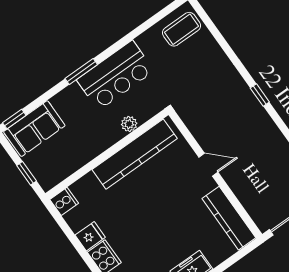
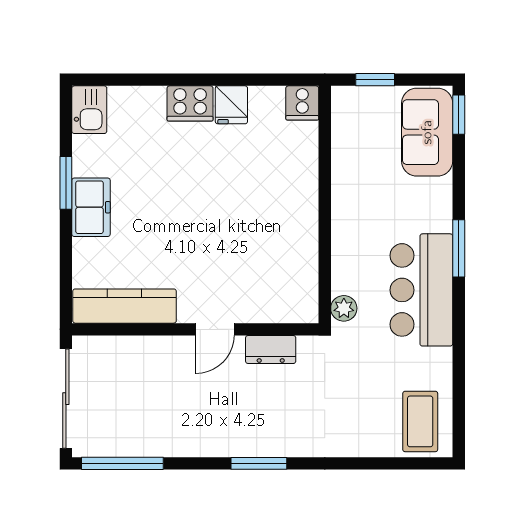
window: (260, 95) -> (259, 463), width x1.50
plant: (129, 124) -> (344, 308), moved
dresser: (199, 130) -> (271, 350), added
kitchen counter: (135, 154) -> (299, 241), removed

